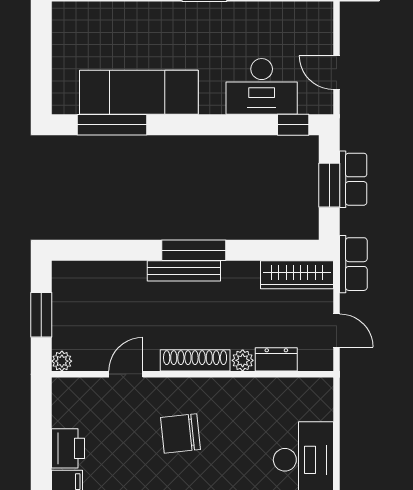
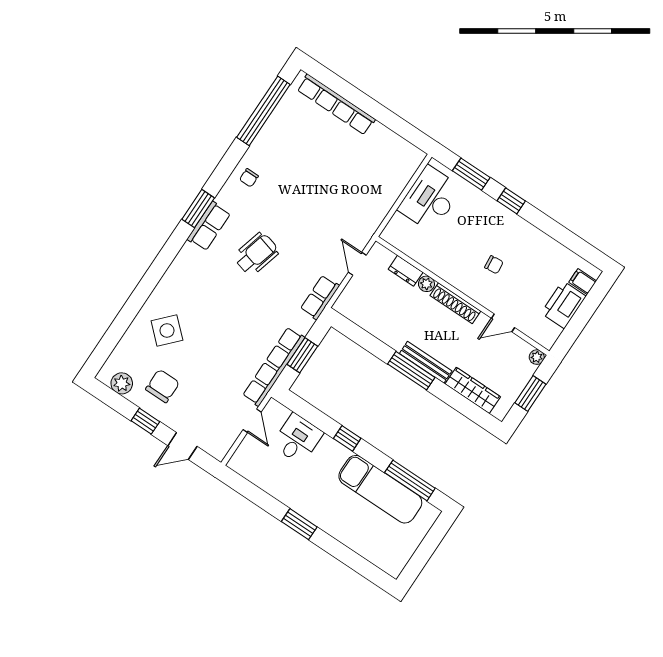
desk: (262, 86) -> (297, 439), width x0.73
window: (293, 125) -> (347, 438), moved
row of seats: (353, 179) -> (274, 367), width x2.02
wardrobe: (297, 275) -> (473, 390), moved
chair: (181, 433) -> (494, 265), width x0.54, depth x0.54
printer: (68, 448) -> (564, 305), width x1.37, depth x1.19

